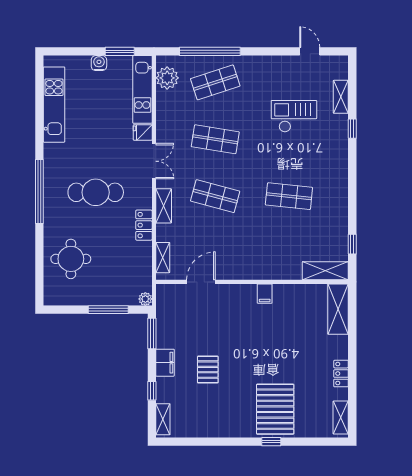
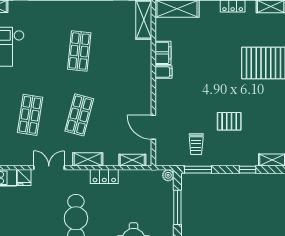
trolley: (181, 331) -> (196, 144), added
filing cabinet: (165, 363) -> (163, 53), moved, turned 90

